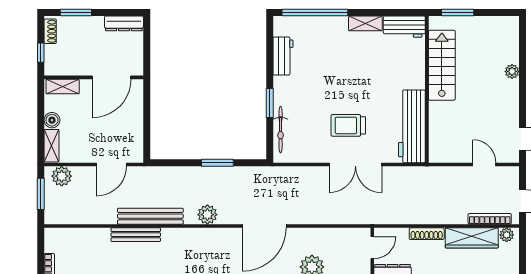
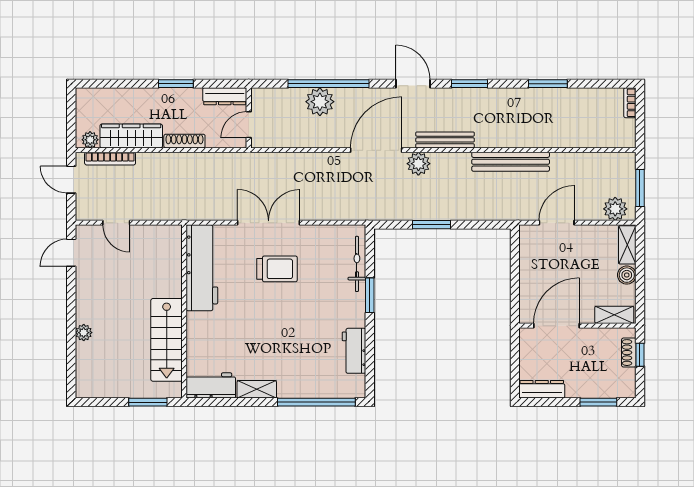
shoe rack: (50, 31) -> (629, 353), moved
plant: (207, 215) -> (418, 164), moved
bench: (136, 235) -> (445, 140), moved

